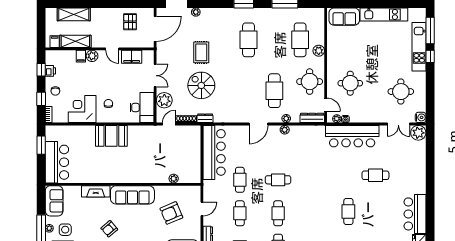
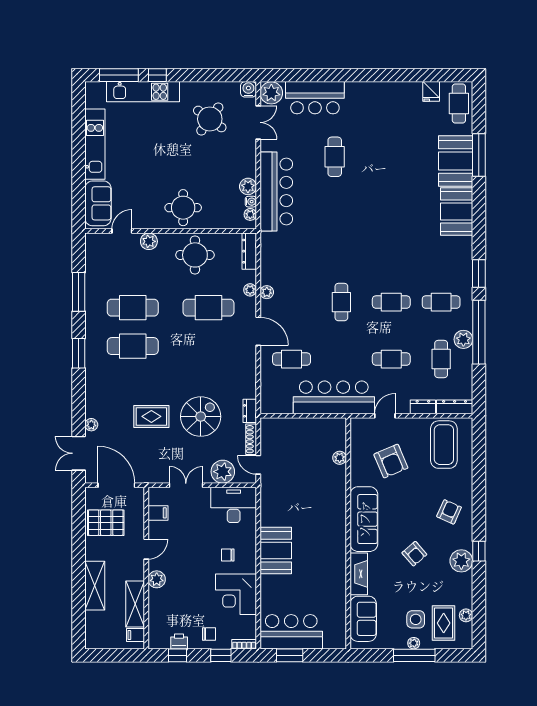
shelving: (74, 14) -> (95, 586), moved
pallet: (130, 22) -> (106, 523), width x1.50, depth x1.42
cafe table: (300, 40) -> (133, 308), moved
filing cabinet: (81, 56) -> (157, 596), removed
filing cabinet: (132, 57) -> (158, 513), width x0.50
round table: (350, 83) -> (183, 208), moved
spiral stairs: (201, 85) -> (201, 417), turned 180
round table: (401, 92) -> (210, 119), turned 36
door: (326, 105) -> (122, 231), moved
plant: (356, 117) -> (248, 186), added
bar counter: (214, 152) -> (334, 397), moved
bar counter: (57, 162) -> (291, 632), moved
cafe table: (240, 180) -> (292, 359), moved
sofa: (54, 201) -> (363, 619), moved, turned 90
door: (202, 209) -> (385, 416), hinge flipped
cafe table: (348, 212) -> (389, 197), removed
bar counter: (415, 214) -> (315, 98), moved

